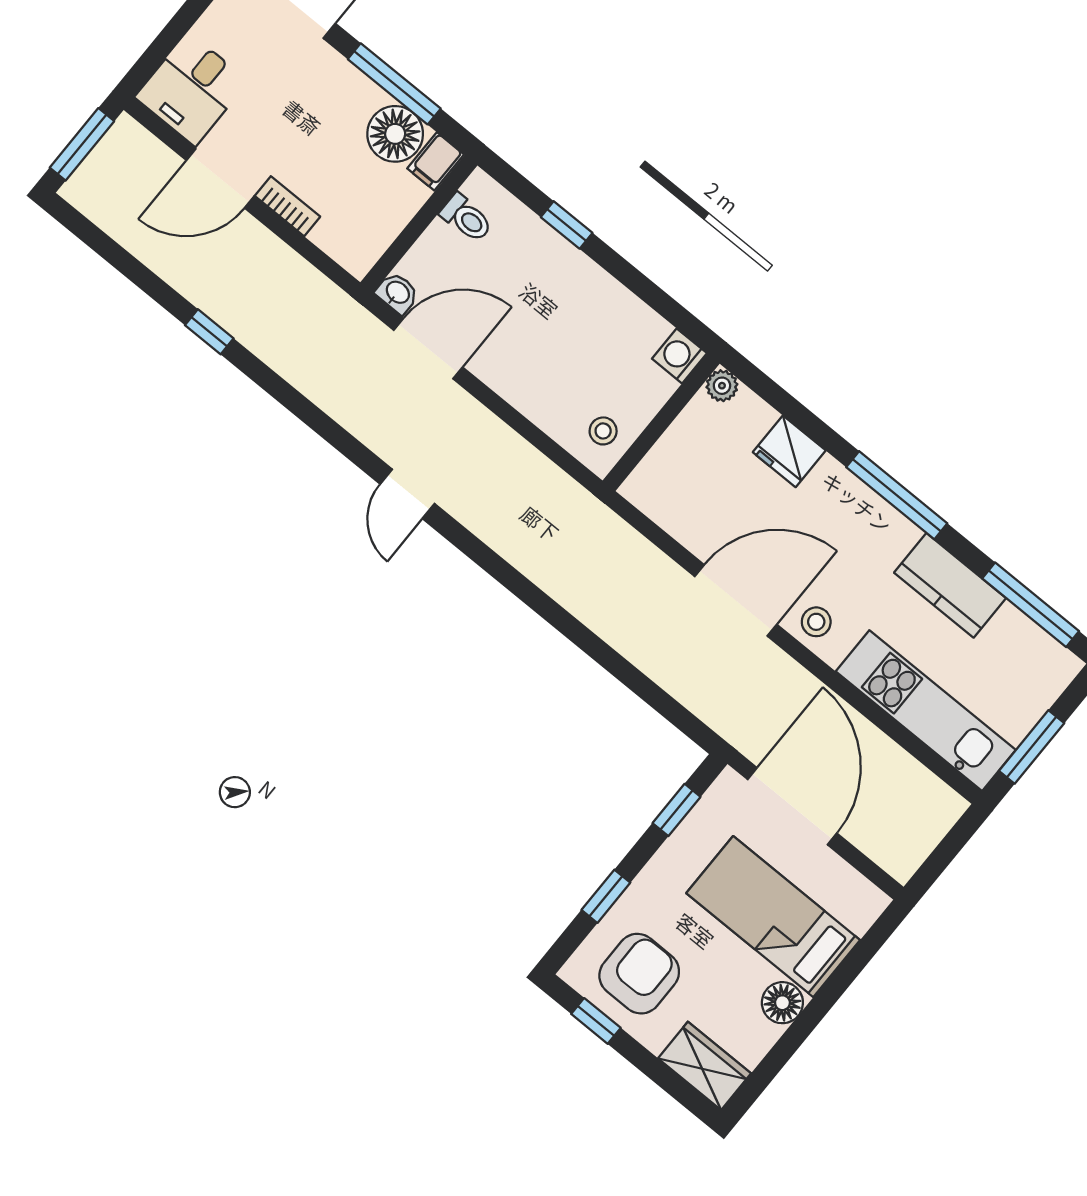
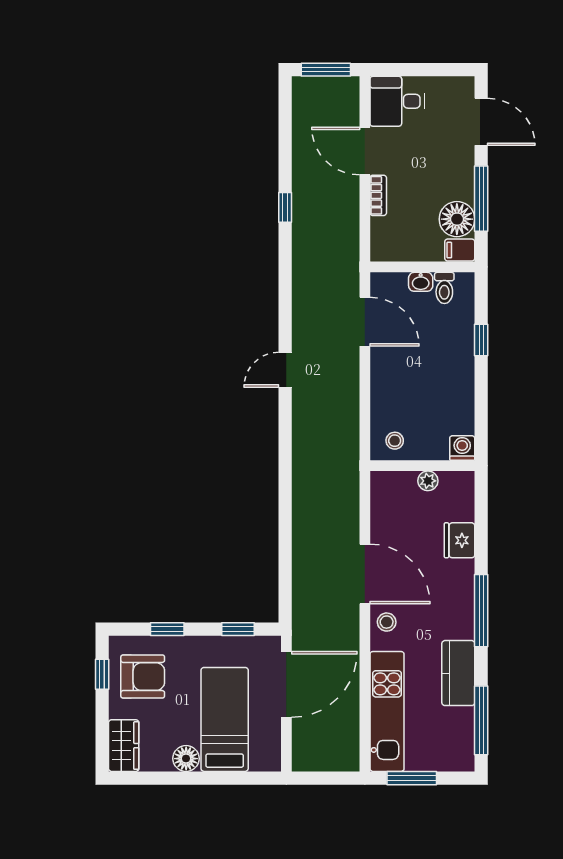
washbasin: (397, 293) -> (421, 282), moved, turned 90
plant: (722, 386) -> (428, 481), moved

